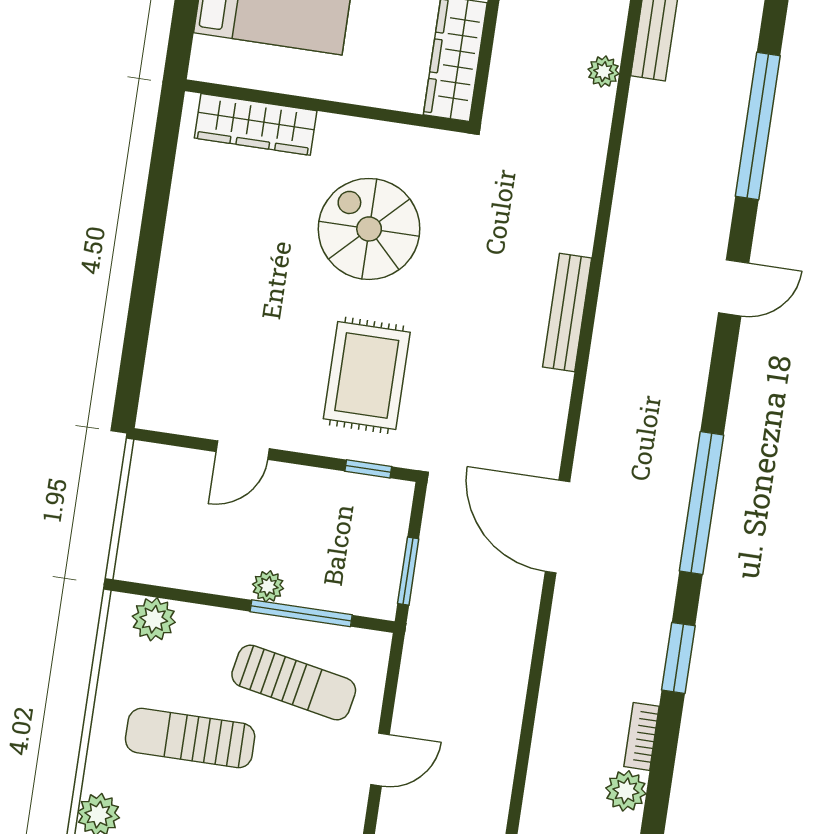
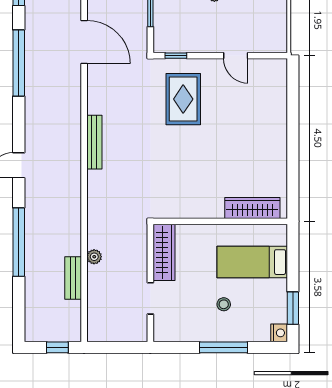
spiral stairs: (369, 229) -> (192, 167), removed
door: (243, 450) -> (236, 56), swing flipped

